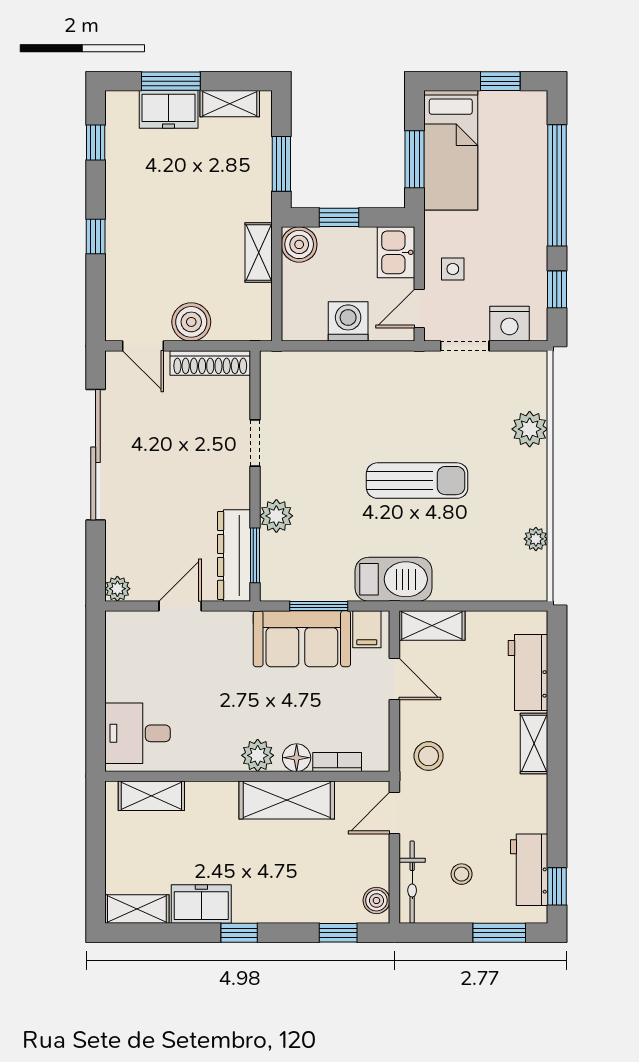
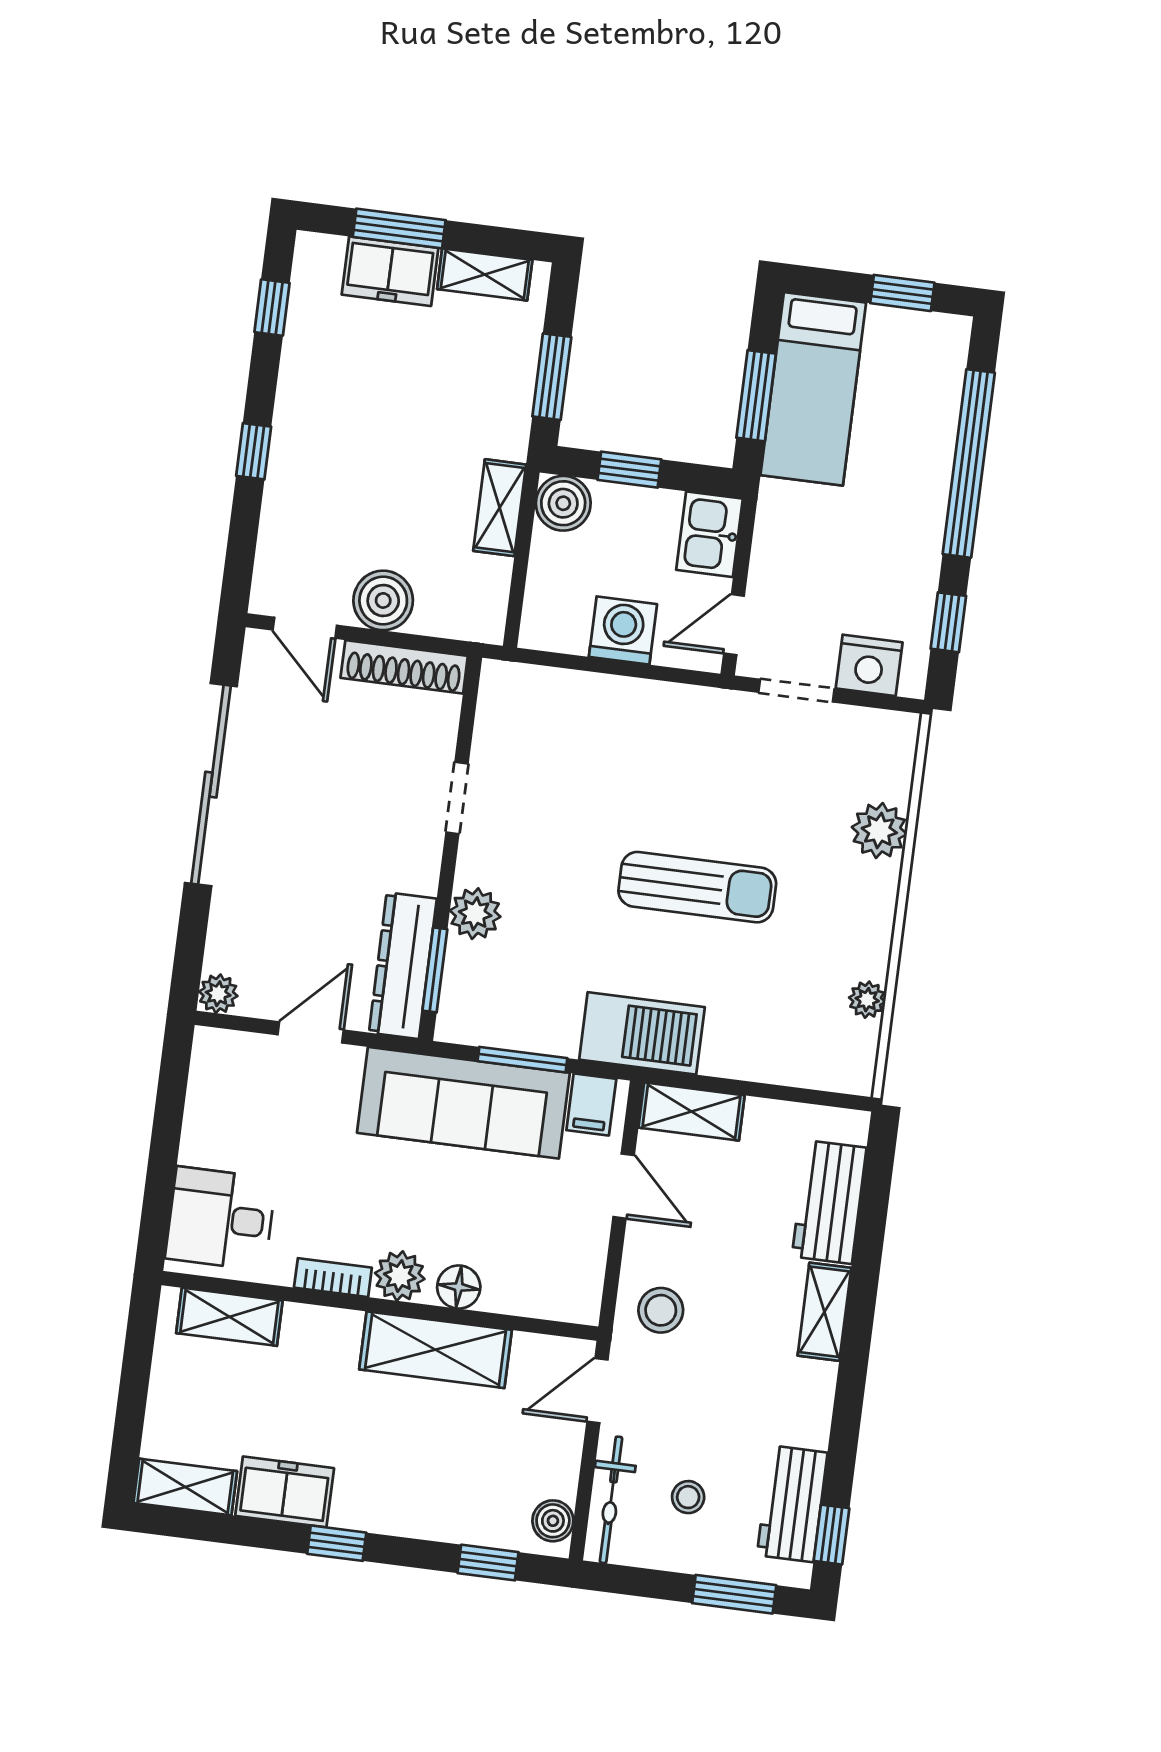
side table: (453, 269) -> (793, 571), removed
sofa: (302, 639) -> (463, 1103), width x1.36
bookcase: (337, 762) -> (333, 1278), moved

